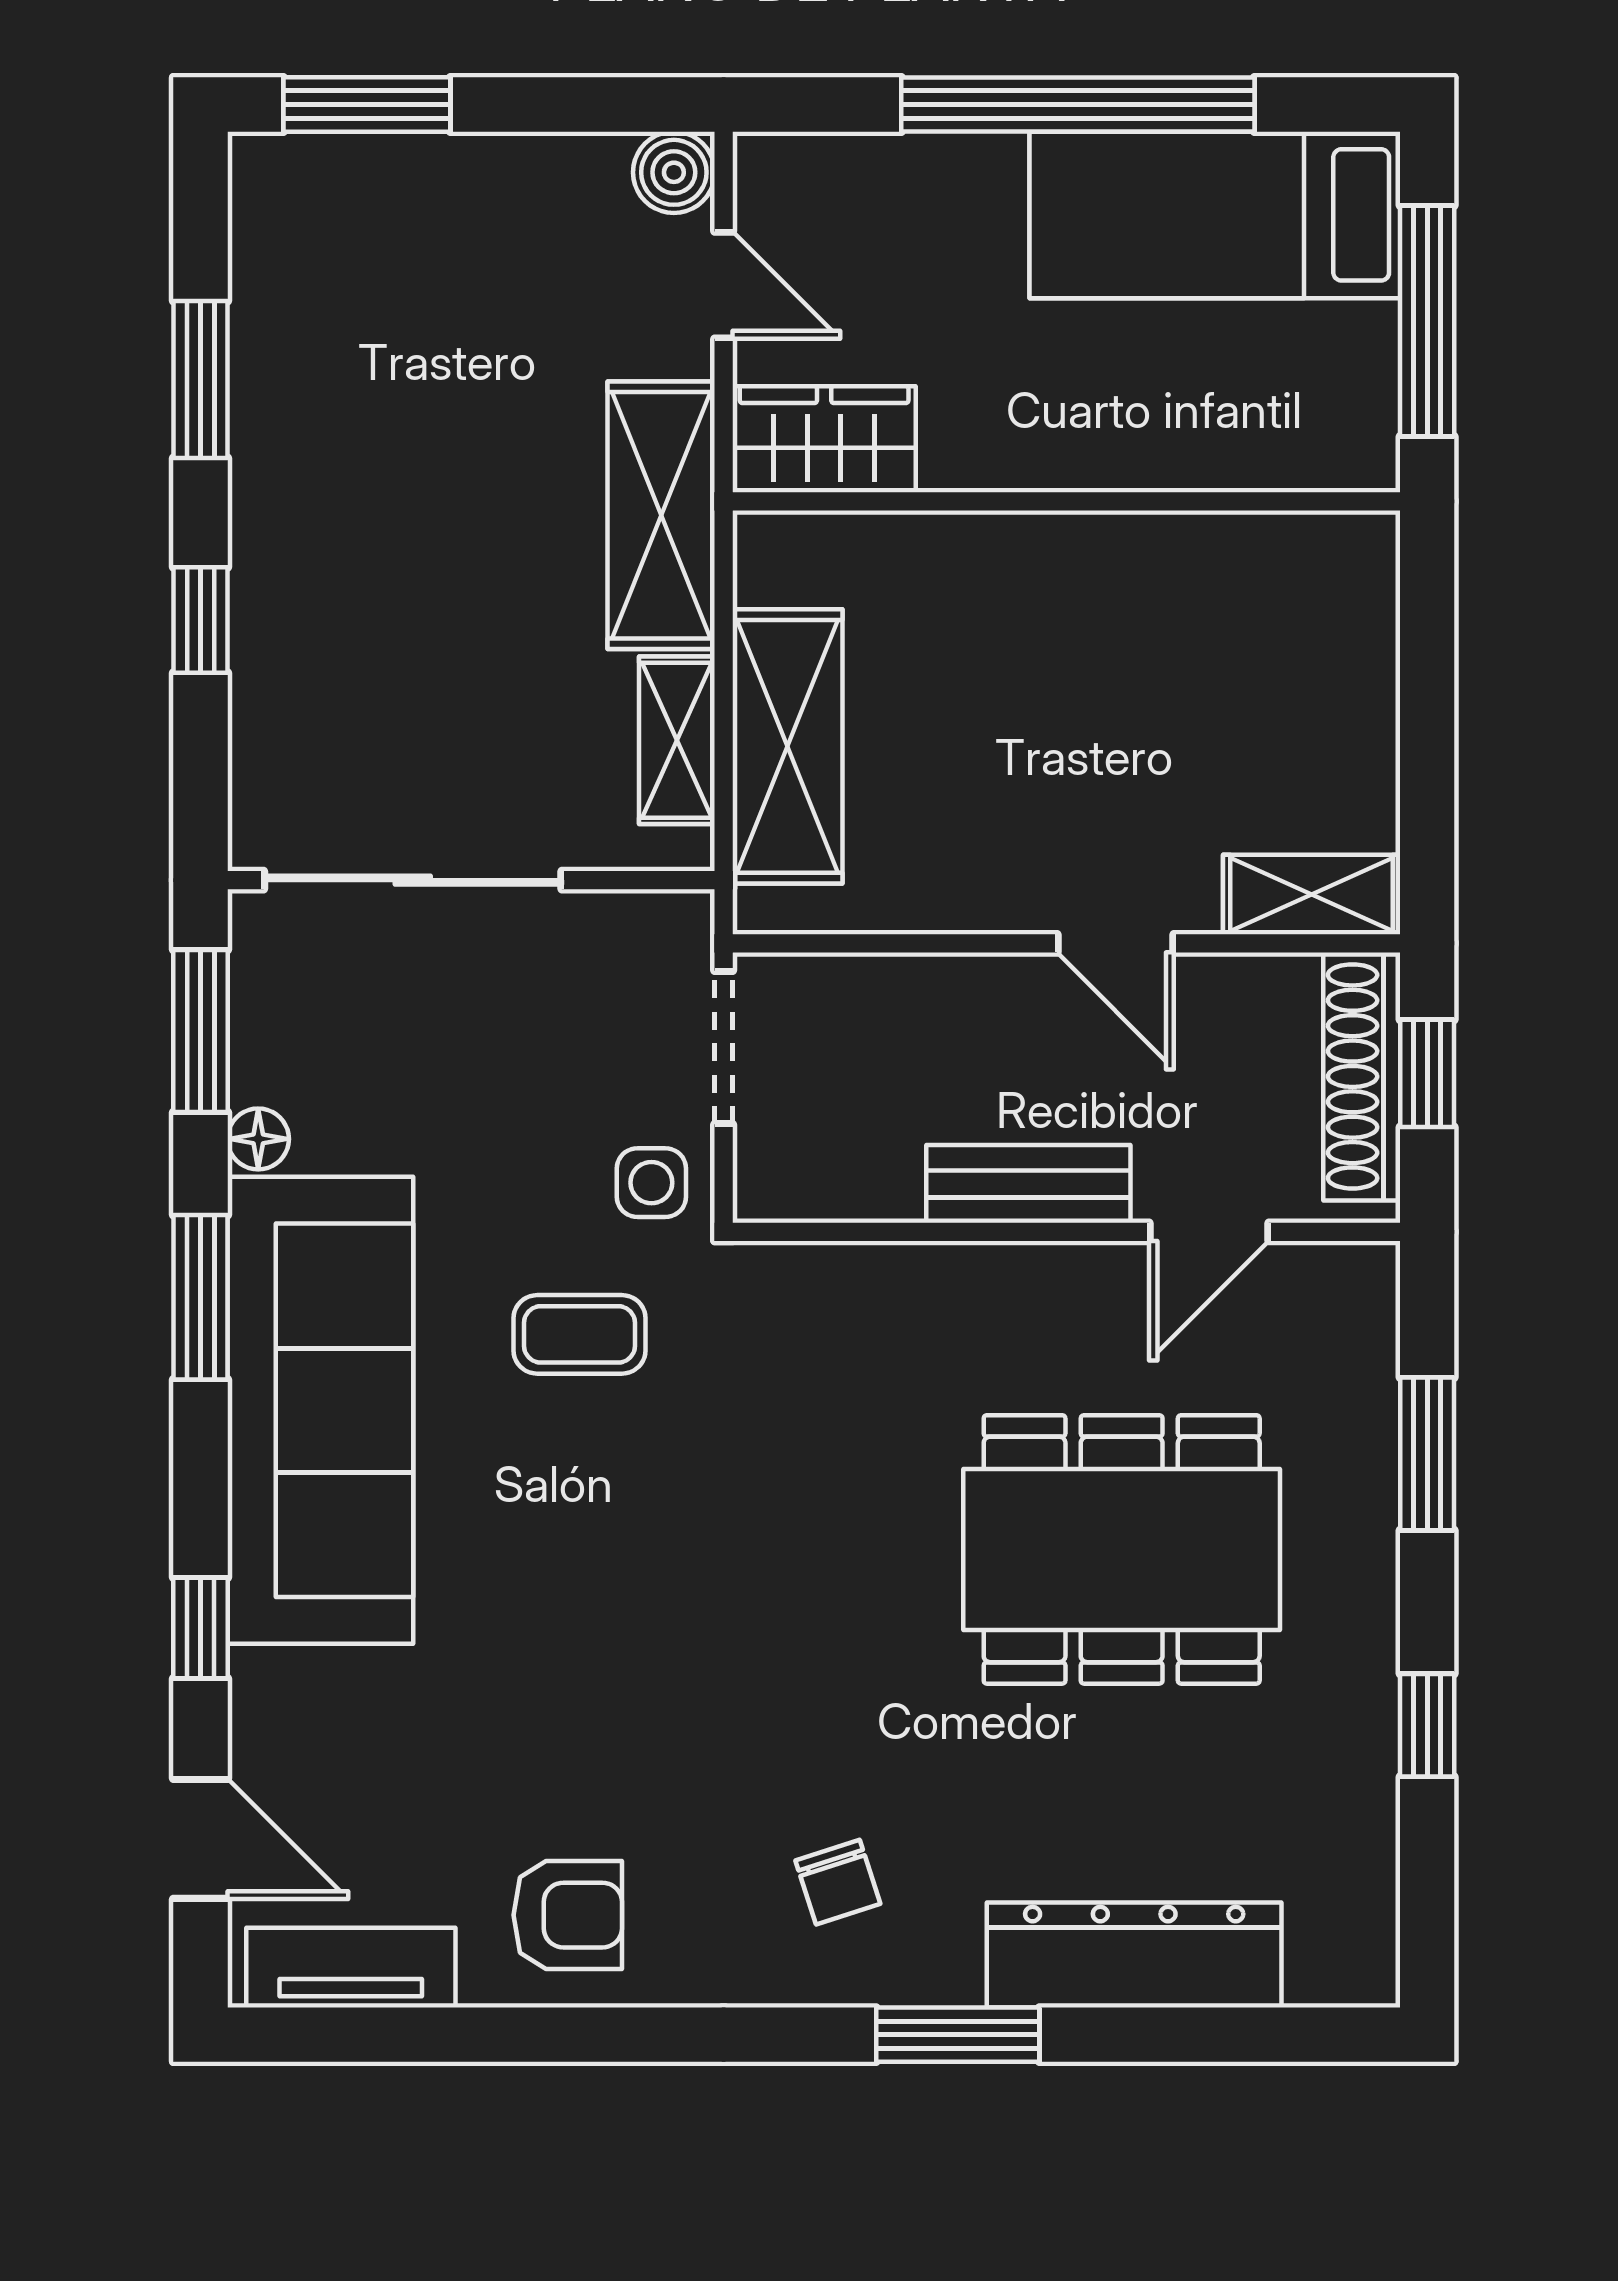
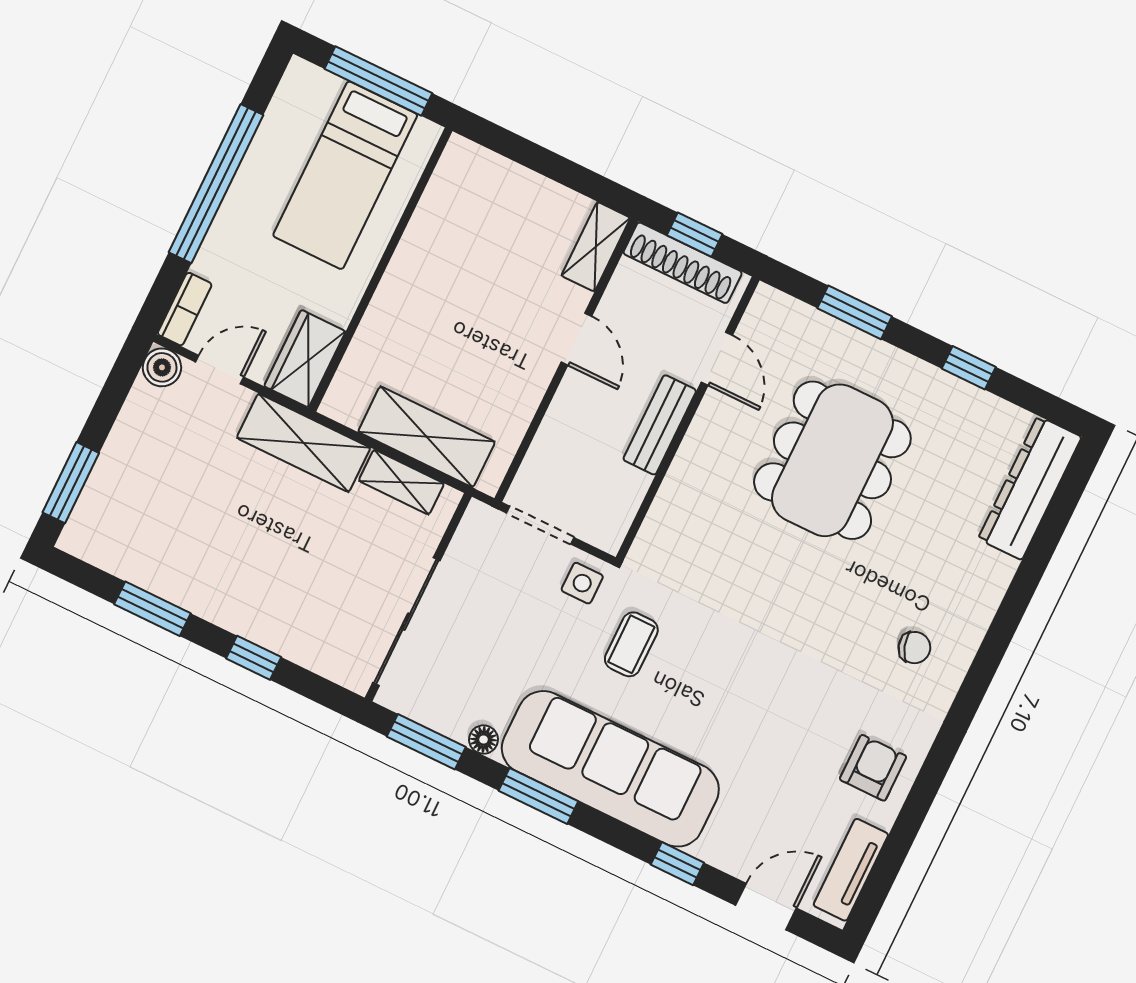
bookcase: (807, 161) -> (185, 309), added
bed: (1215, 215) -> (345, 175), moved
door: (1115, 943) -> (576, 339), hinge flipped
dresser: (1134, 1955) -> (1030, 488), moved
window: (958, 2035) -> (1003, 628), removed

